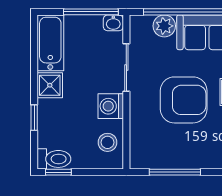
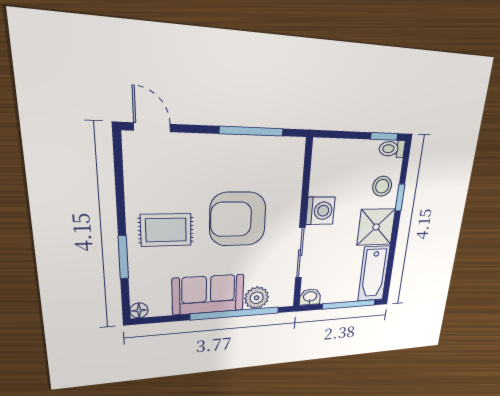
window: (91, 12) -> (349, 304), moved
shower: (50, 85) -> (376, 227), width x1.36, depth x1.36
stool: (108, 142) -> (382, 186), moved
toilet: (54, 159) -> (392, 149), width x0.73, depth x0.72

